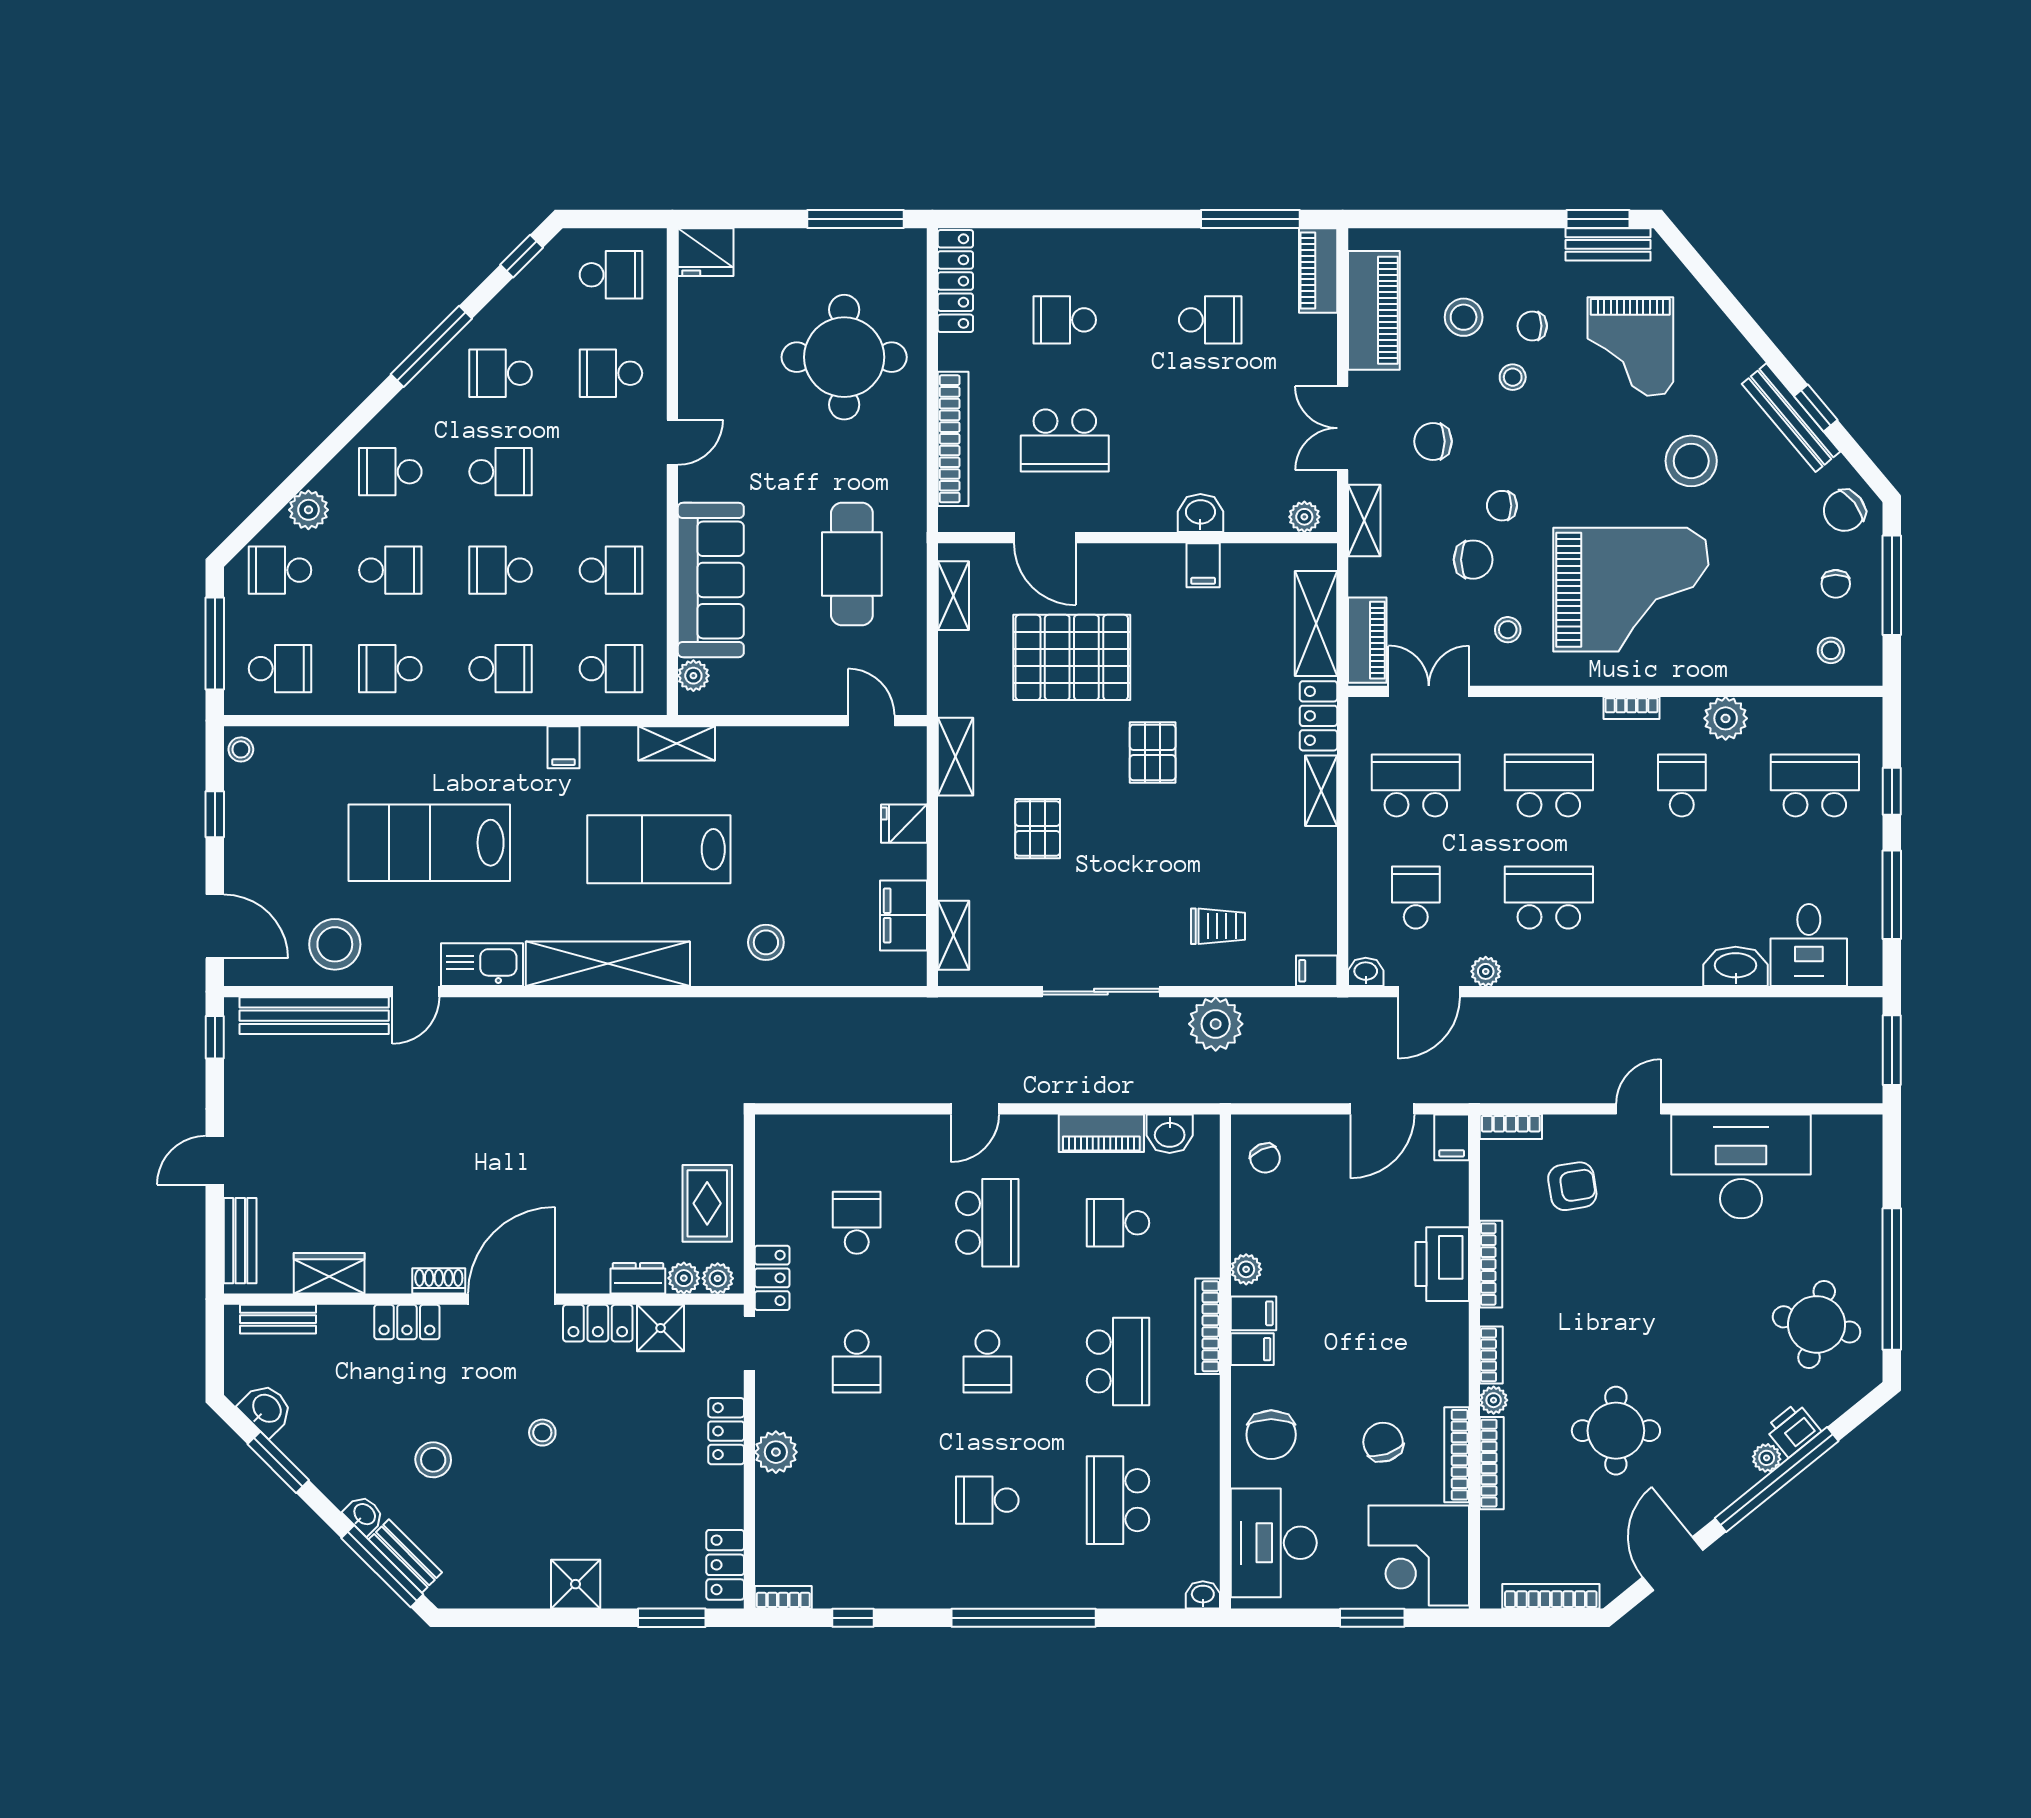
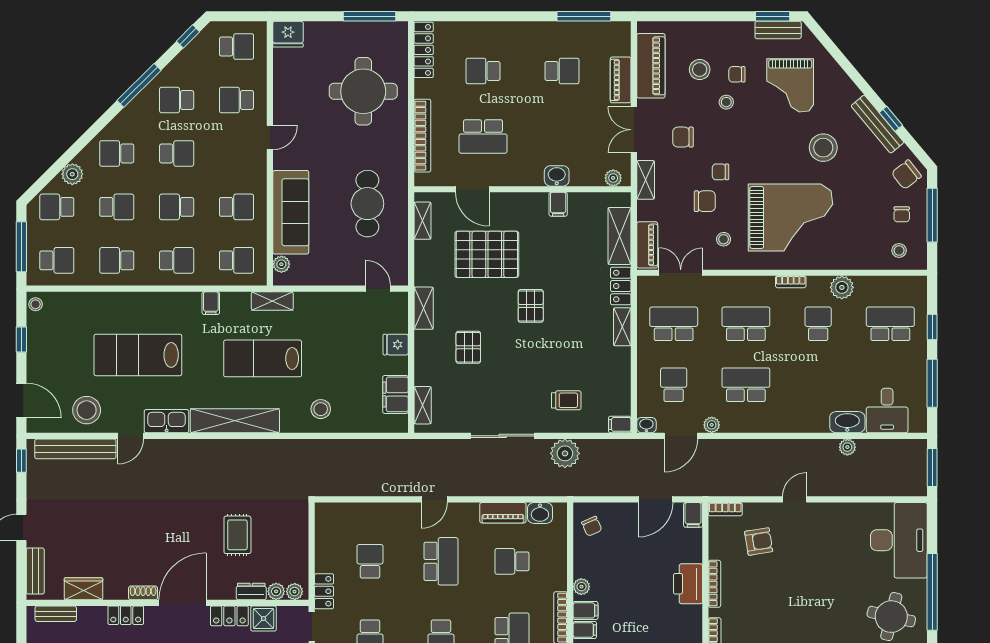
piano: (1318, 271) -> (621, 80), moved
plant: (1736, 1012) -> (847, 447), added
desk: (1741, 1166) -> (899, 540), moved, turned 90
rug: (707, 1203) -> (237, 535), moved

